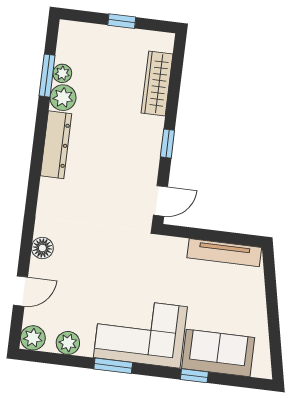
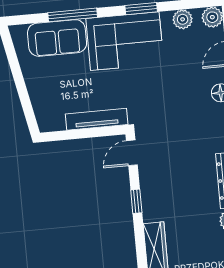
tv unit: (224, 253) -> (97, 119), moved
window: (194, 376) -> (73, 15), width x2.17

